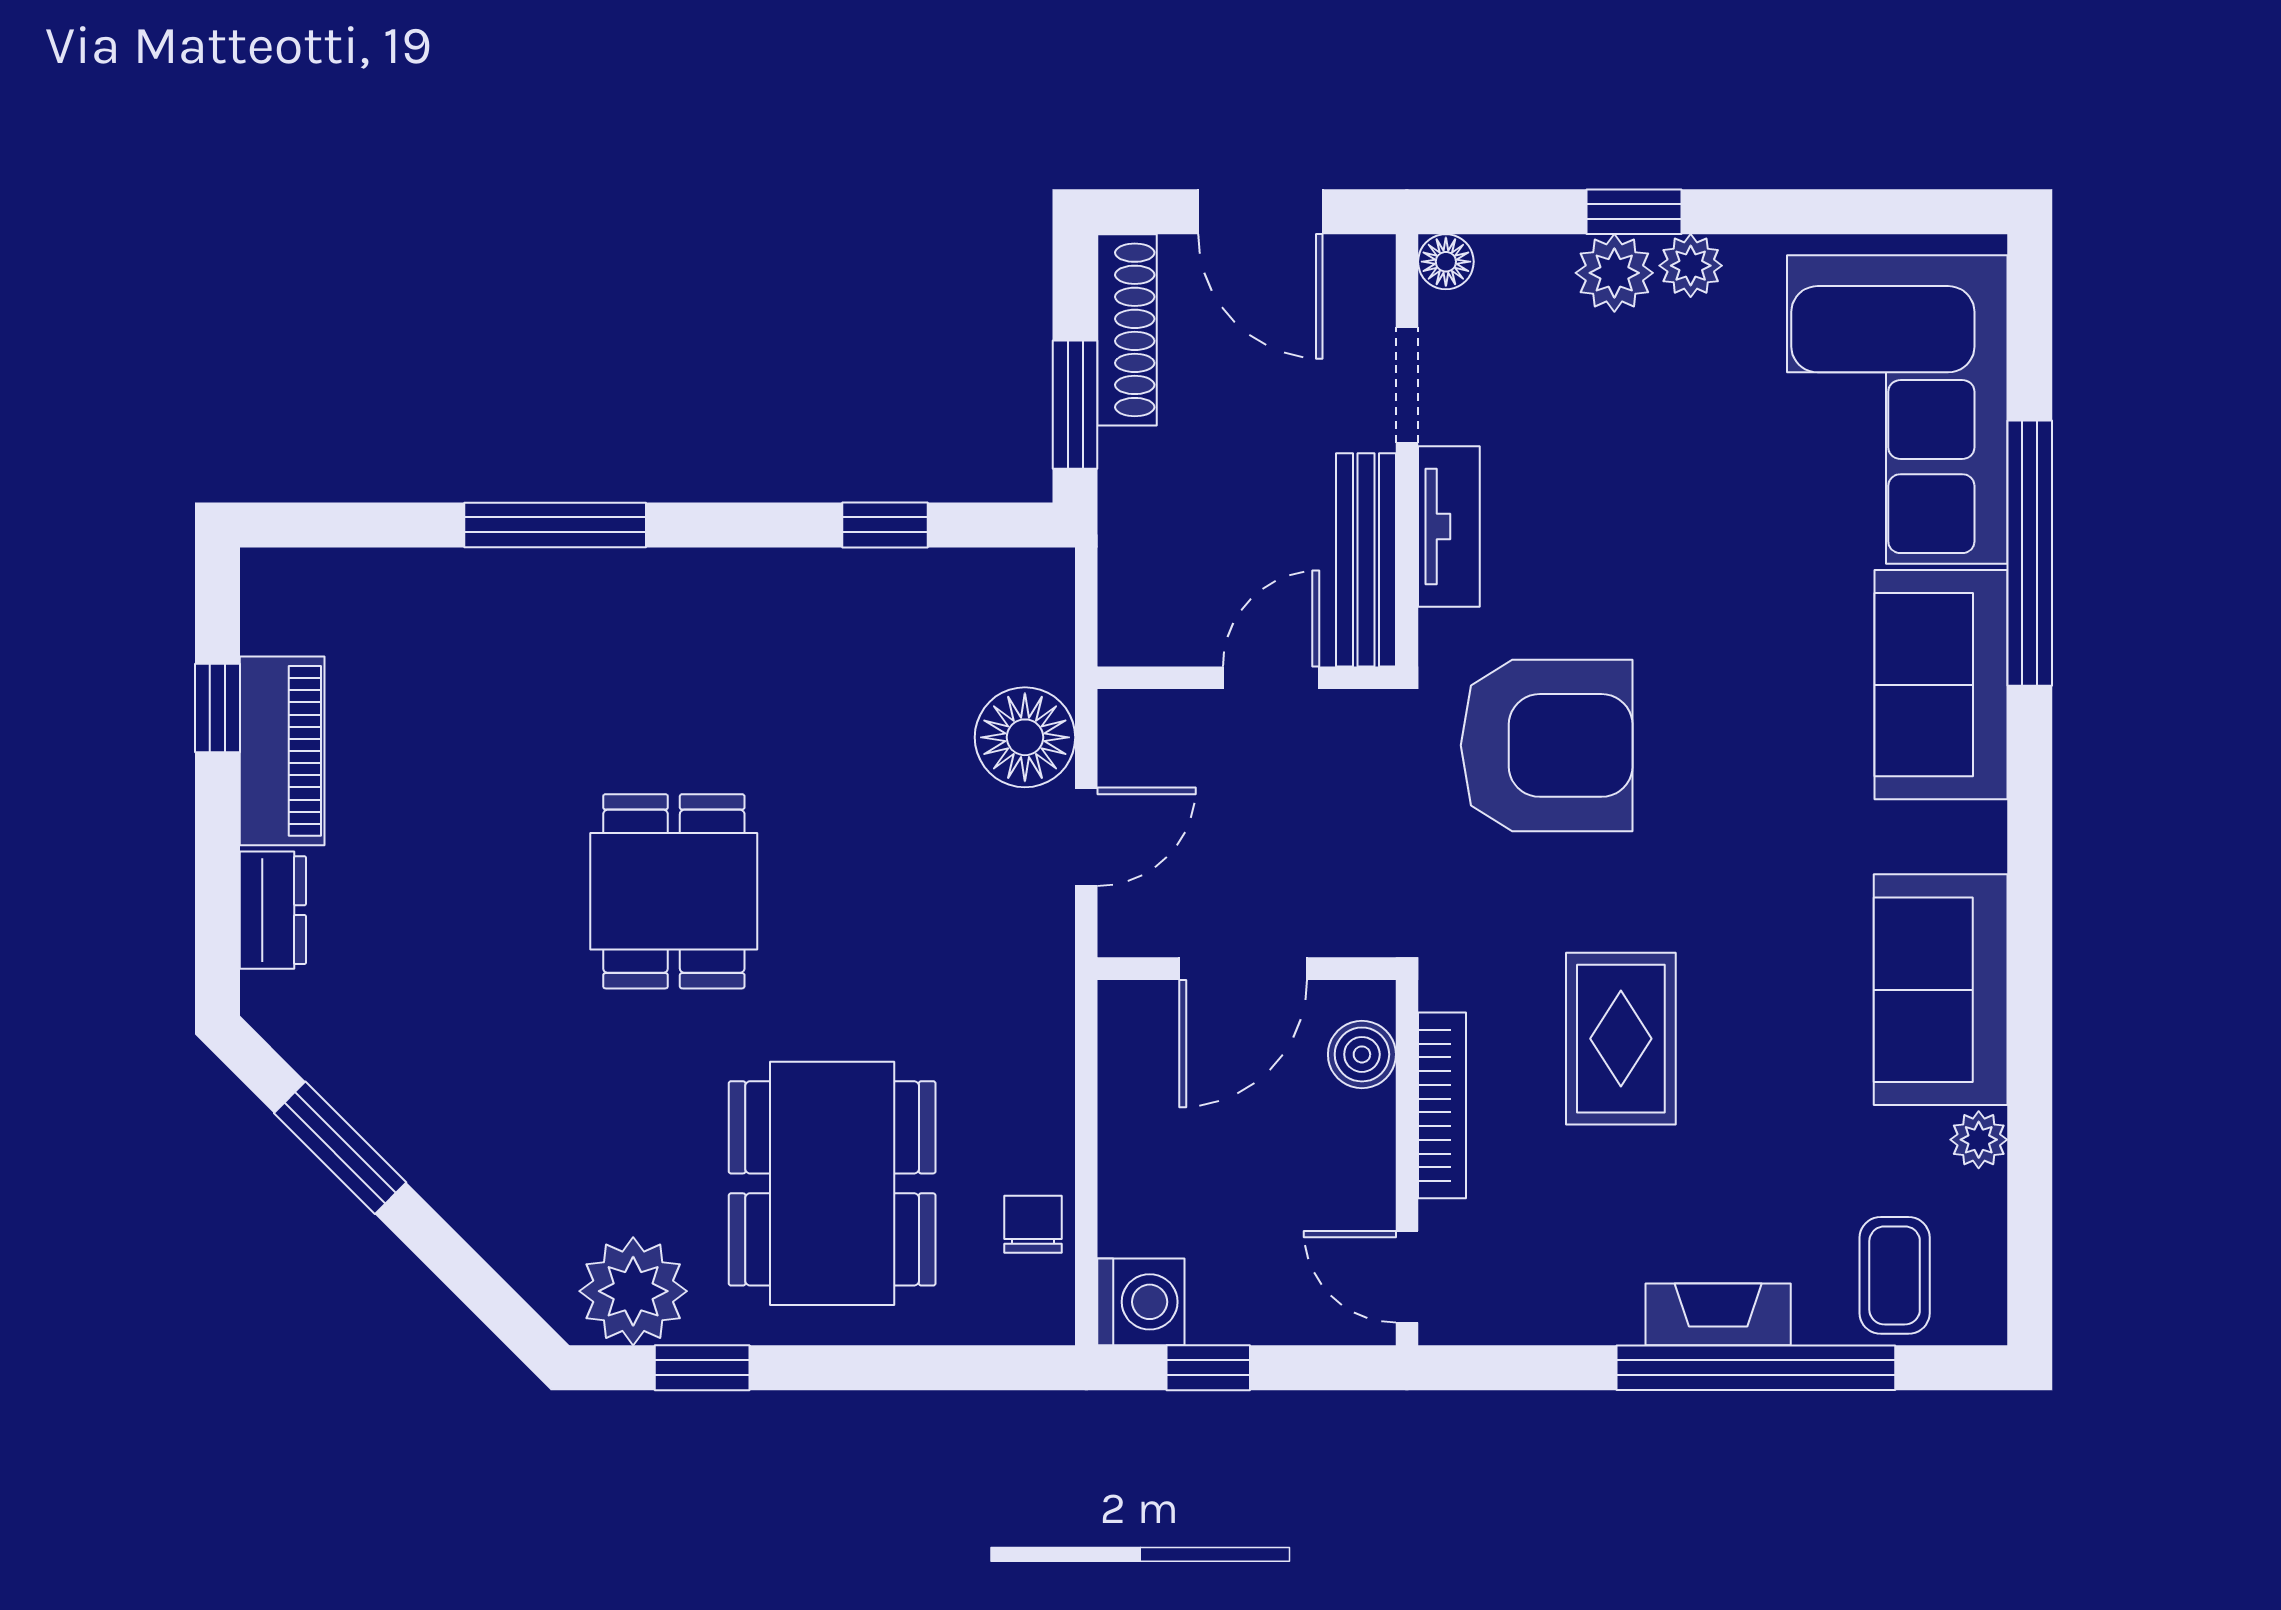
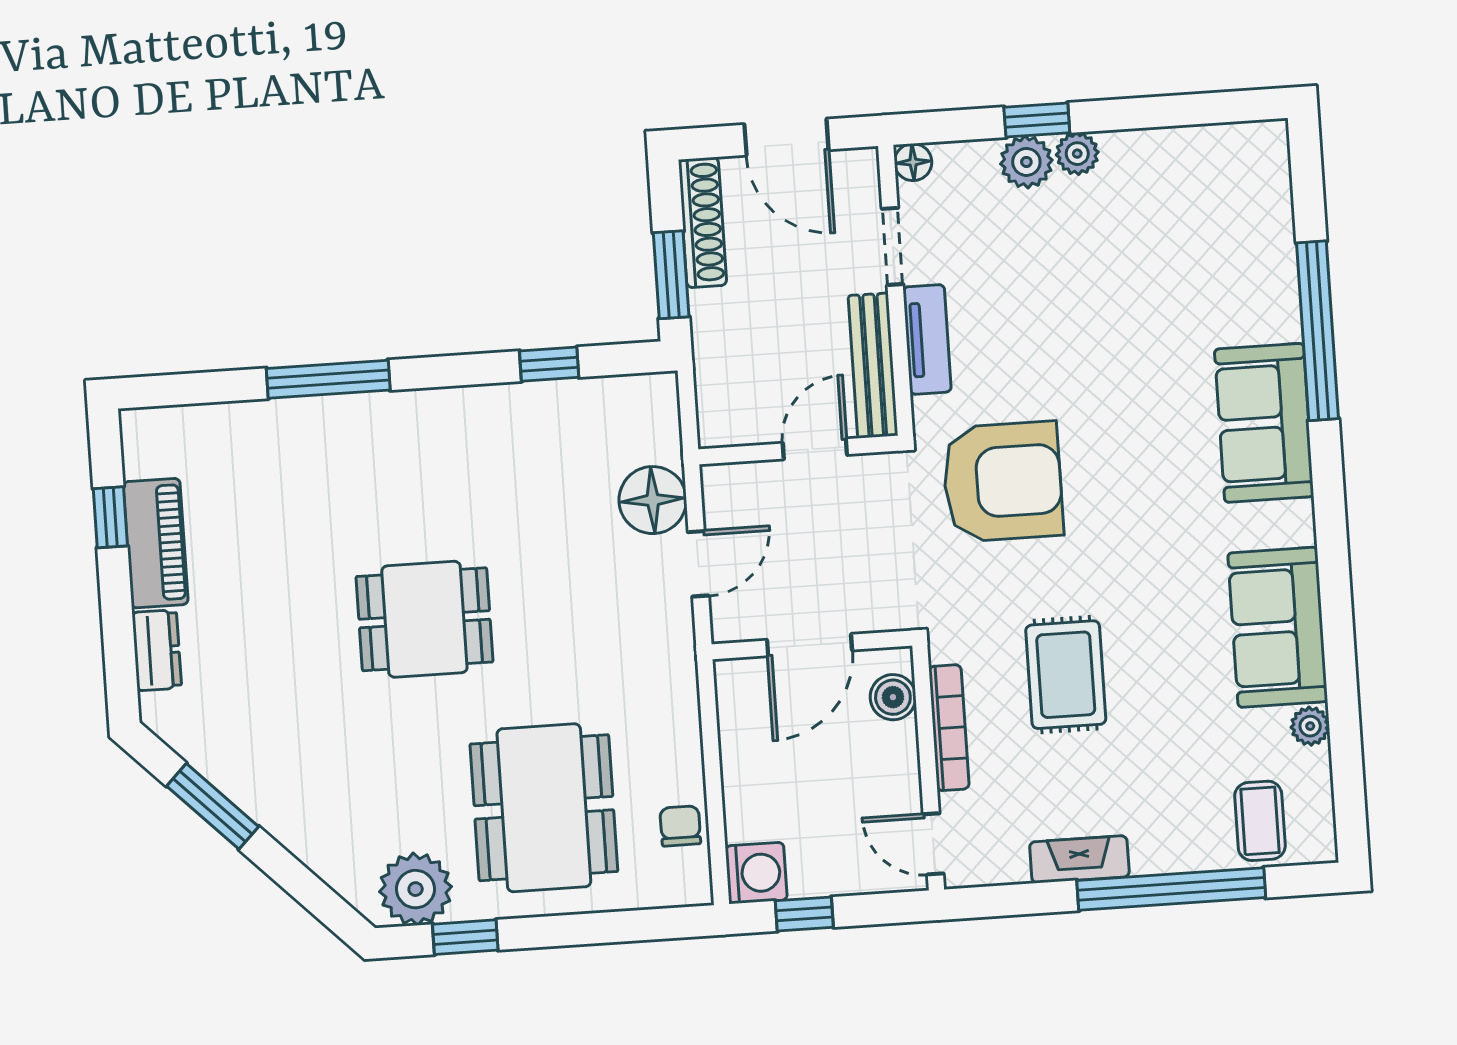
corner sofa: (1897, 409) -> (1222, 241), removed
dining table: (674, 891) -> (424, 619), turned 90
fireplace: (1718, 1314) -> (1079, 859), moved

